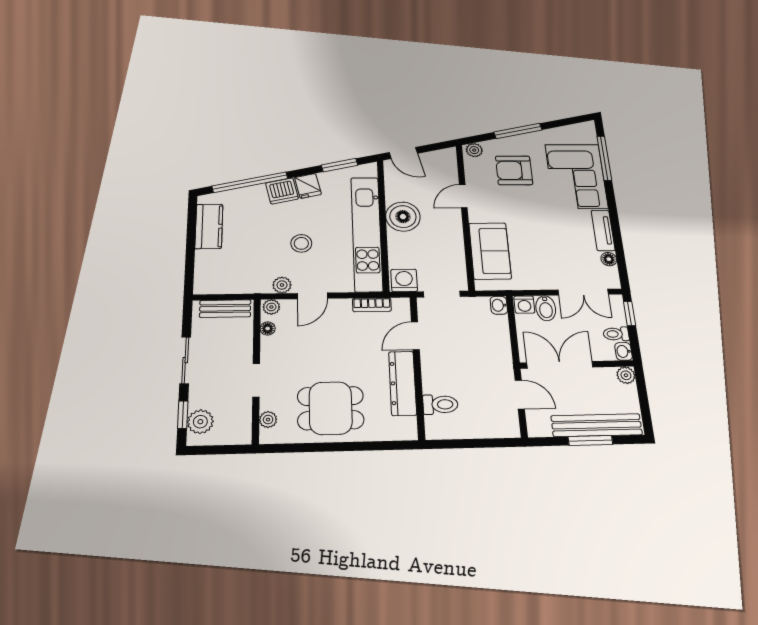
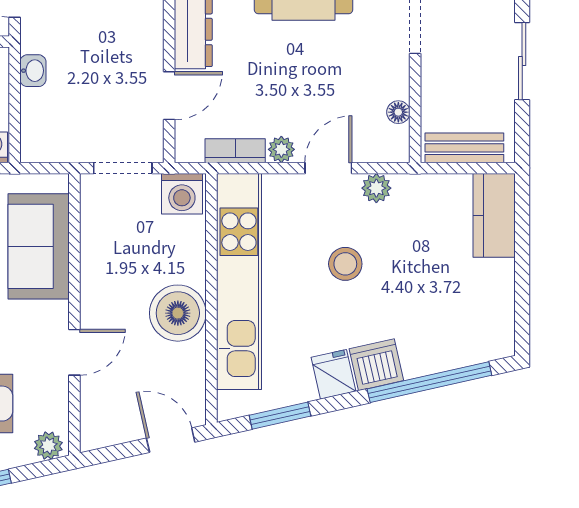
kitchen counter: (209, 226) -> (494, 215), moved
washbasin: (499, 305) -> (33, 71), moved
plant: (271, 307) -> (281, 149), moved

